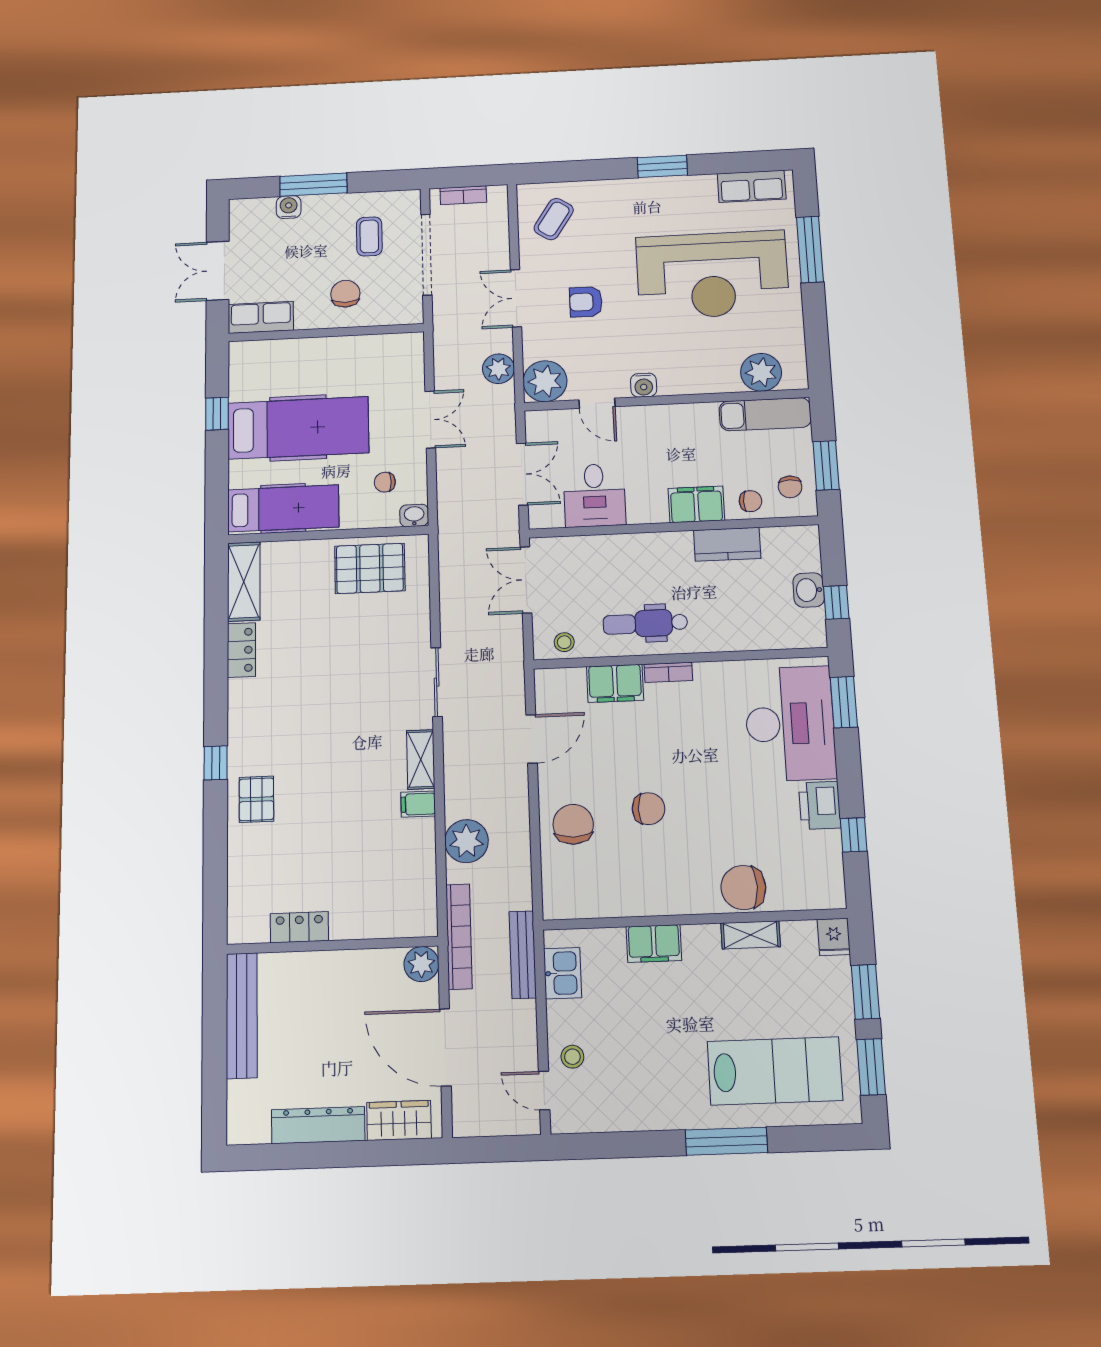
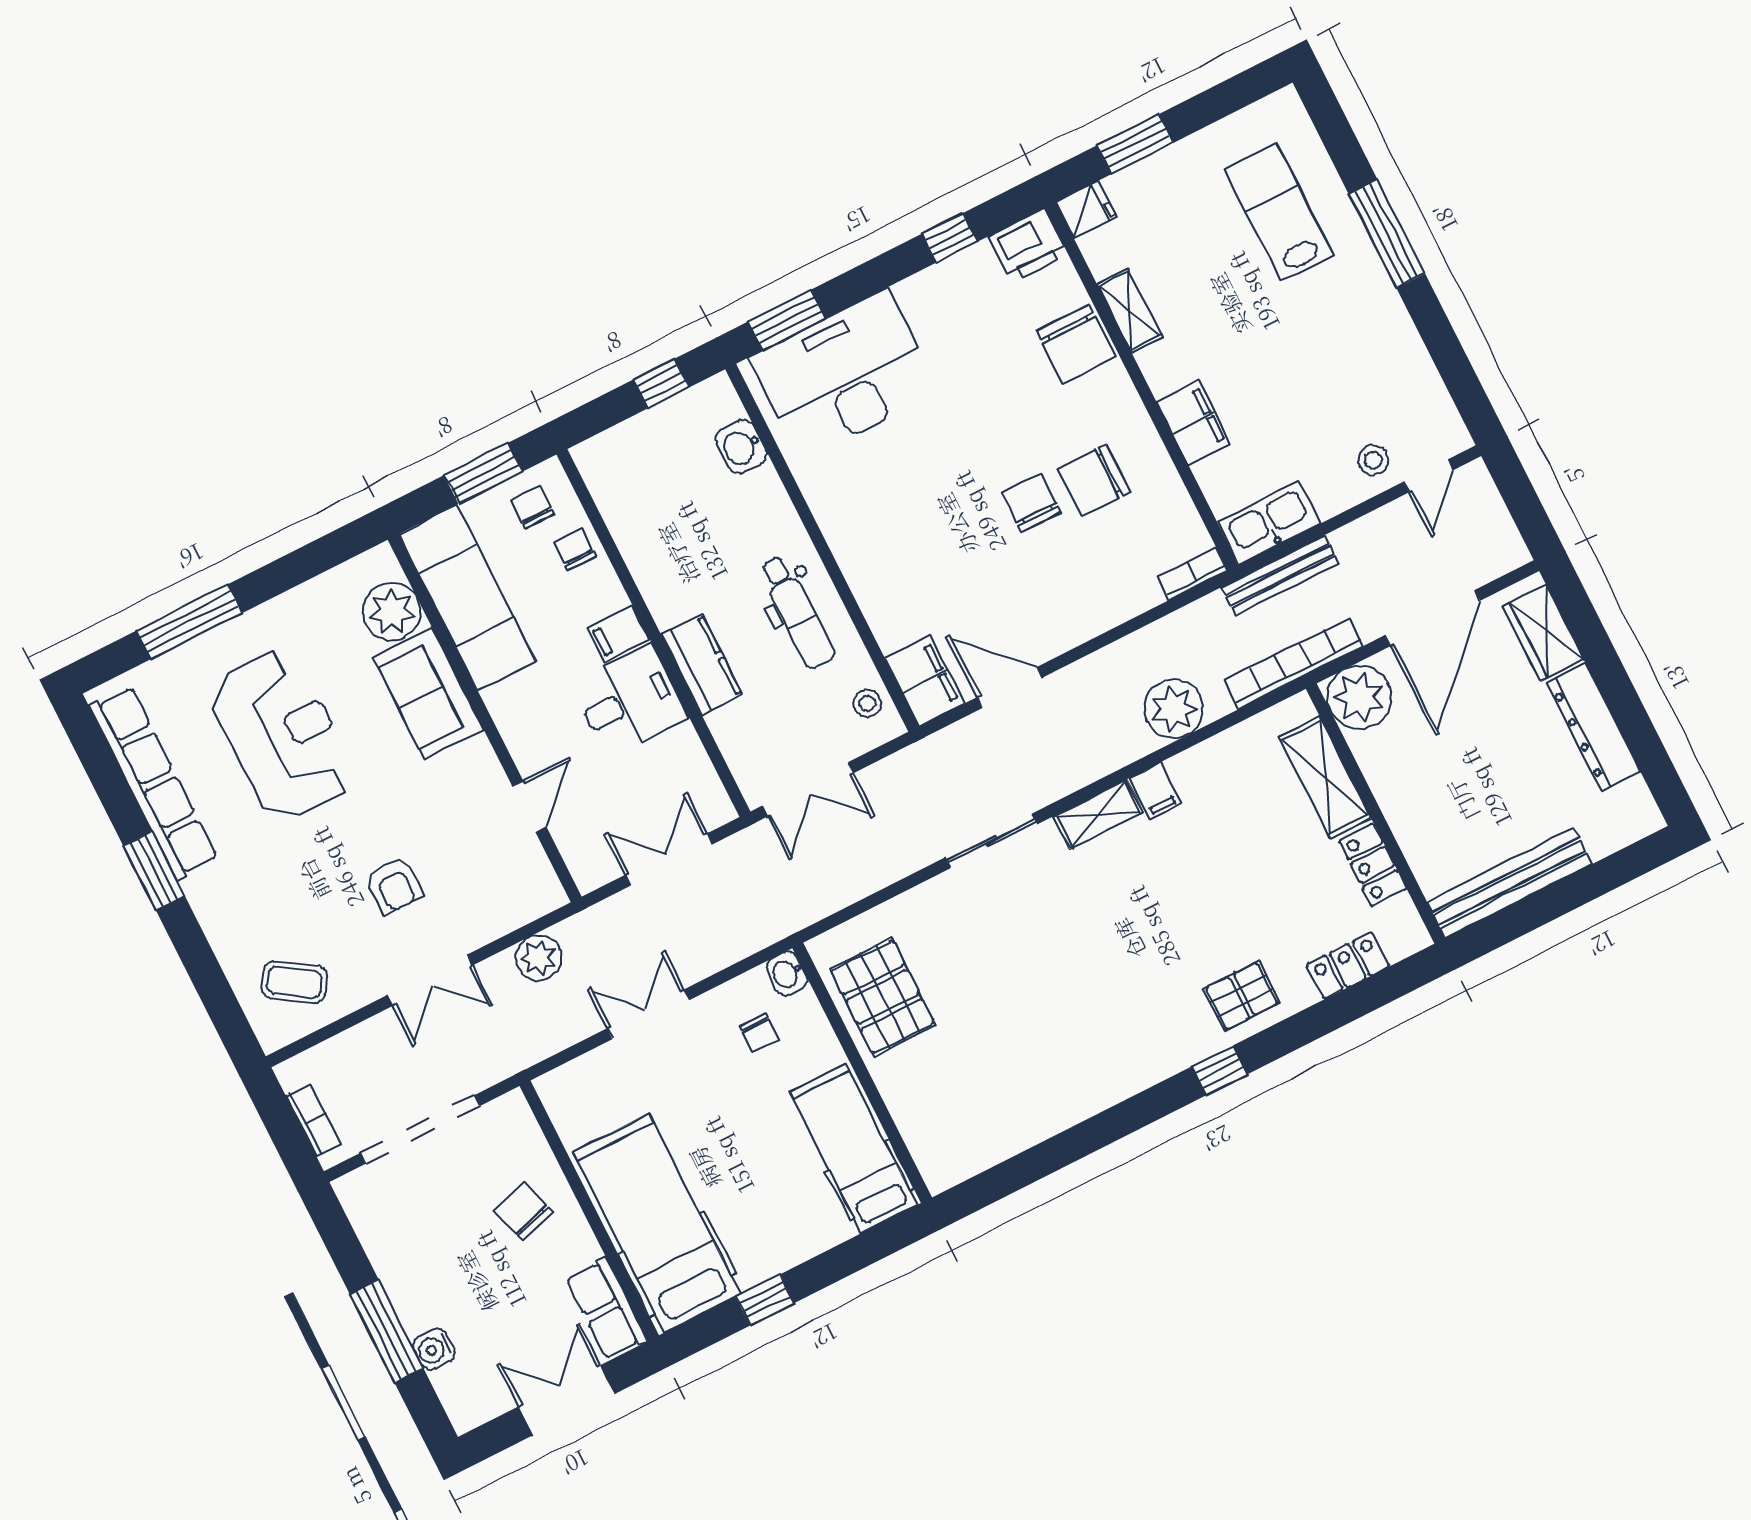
row of seats: (752, 186) -> (154, 783), width x2.02
coffee table: (369, 236) -> (428, 1219), removed
double door: (218, 271) -> (567, 1400), swing flipped
reception desk: (712, 275) -> (282, 735), width x0.74, depth x0.77
chair: (345, 294) -> (523, 1211), turned 73
sofa: (698, 373) -> (428, 693), added
plant: (545, 381) -> (529, 888), removed
water cooler: (644, 385) -> (477, 757), removed
exam couch: (765, 414) -> (467, 598), width x1.36, depth x1.45
hospital bed: (298, 428) -> (657, 1223), moved
chair: (790, 487) -> (533, 507), turned -90
desk: (594, 495) -> (630, 701), moved
filing cabinet: (696, 504) -> (619, 634), width x0.50
kitchen counter: (727, 544) -> (702, 665), moved
shelving: (244, 581) -> (1325, 777), moved, turned 90
washbasin: (809, 590) -> (741, 447), moved, turned 90
locker: (241, 650) -> (1348, 966), moved
bookcase: (668, 672) -> (1193, 573), moved, turned -90
filing cabinet: (615, 683) -> (925, 681), moved
printer: (820, 805) -> (1028, 246), moved
chair: (573, 824) -> (1094, 480), moved
plant: (421, 964) -> (1359, 697), width x1.36, depth x1.36
kitchen sink: (563, 973) -> (1269, 523), width x1.38
window: (871, 1067) -> (1221, 100), removed
lab bench: (775, 1071) -> (1279, 212), width x0.73, depth x0.72

